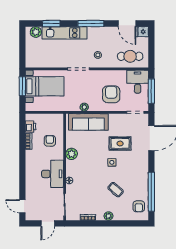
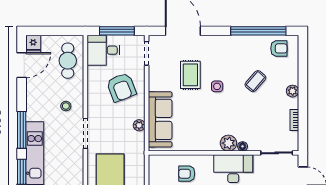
window: (91, 24) -> (22, 130), moved
armchair: (111, 94) -> (121, 87), turned -111
plant: (72, 154) -> (228, 143), moved

